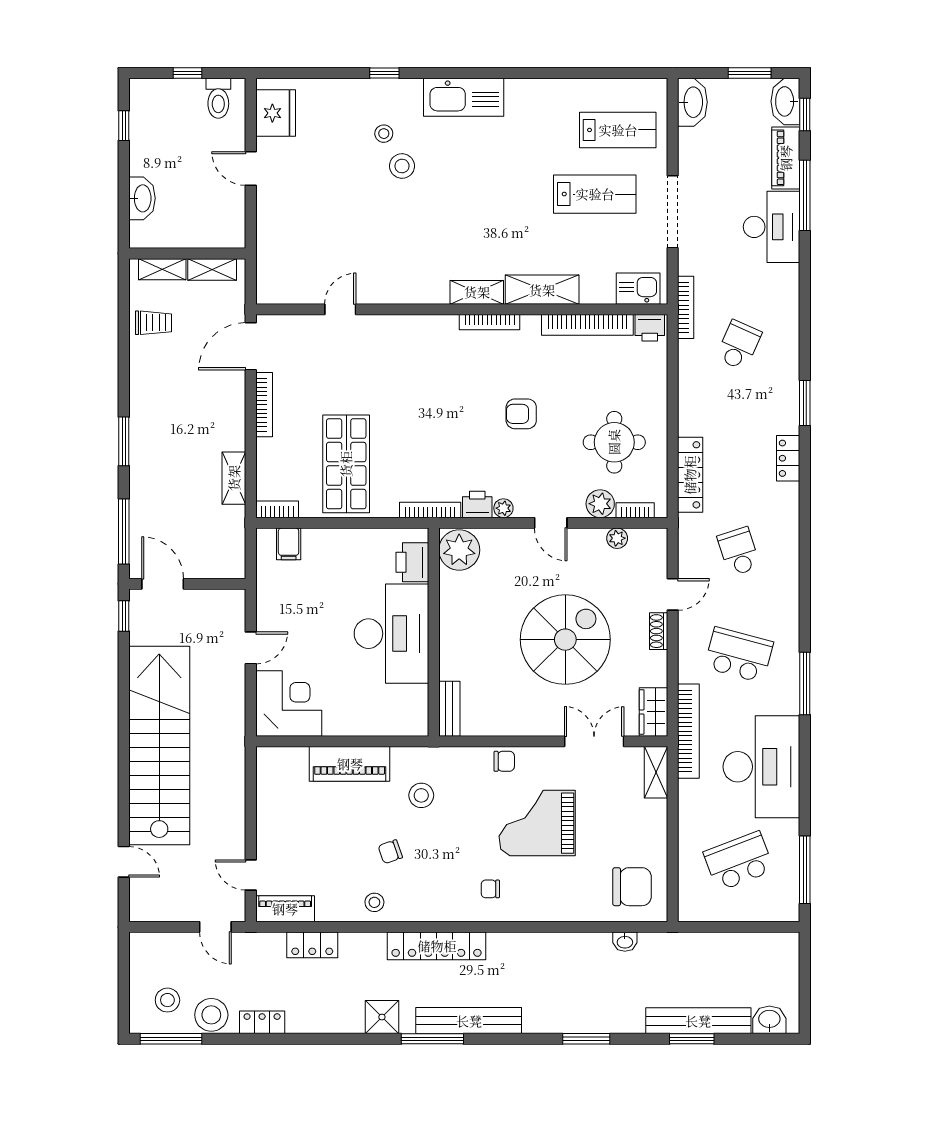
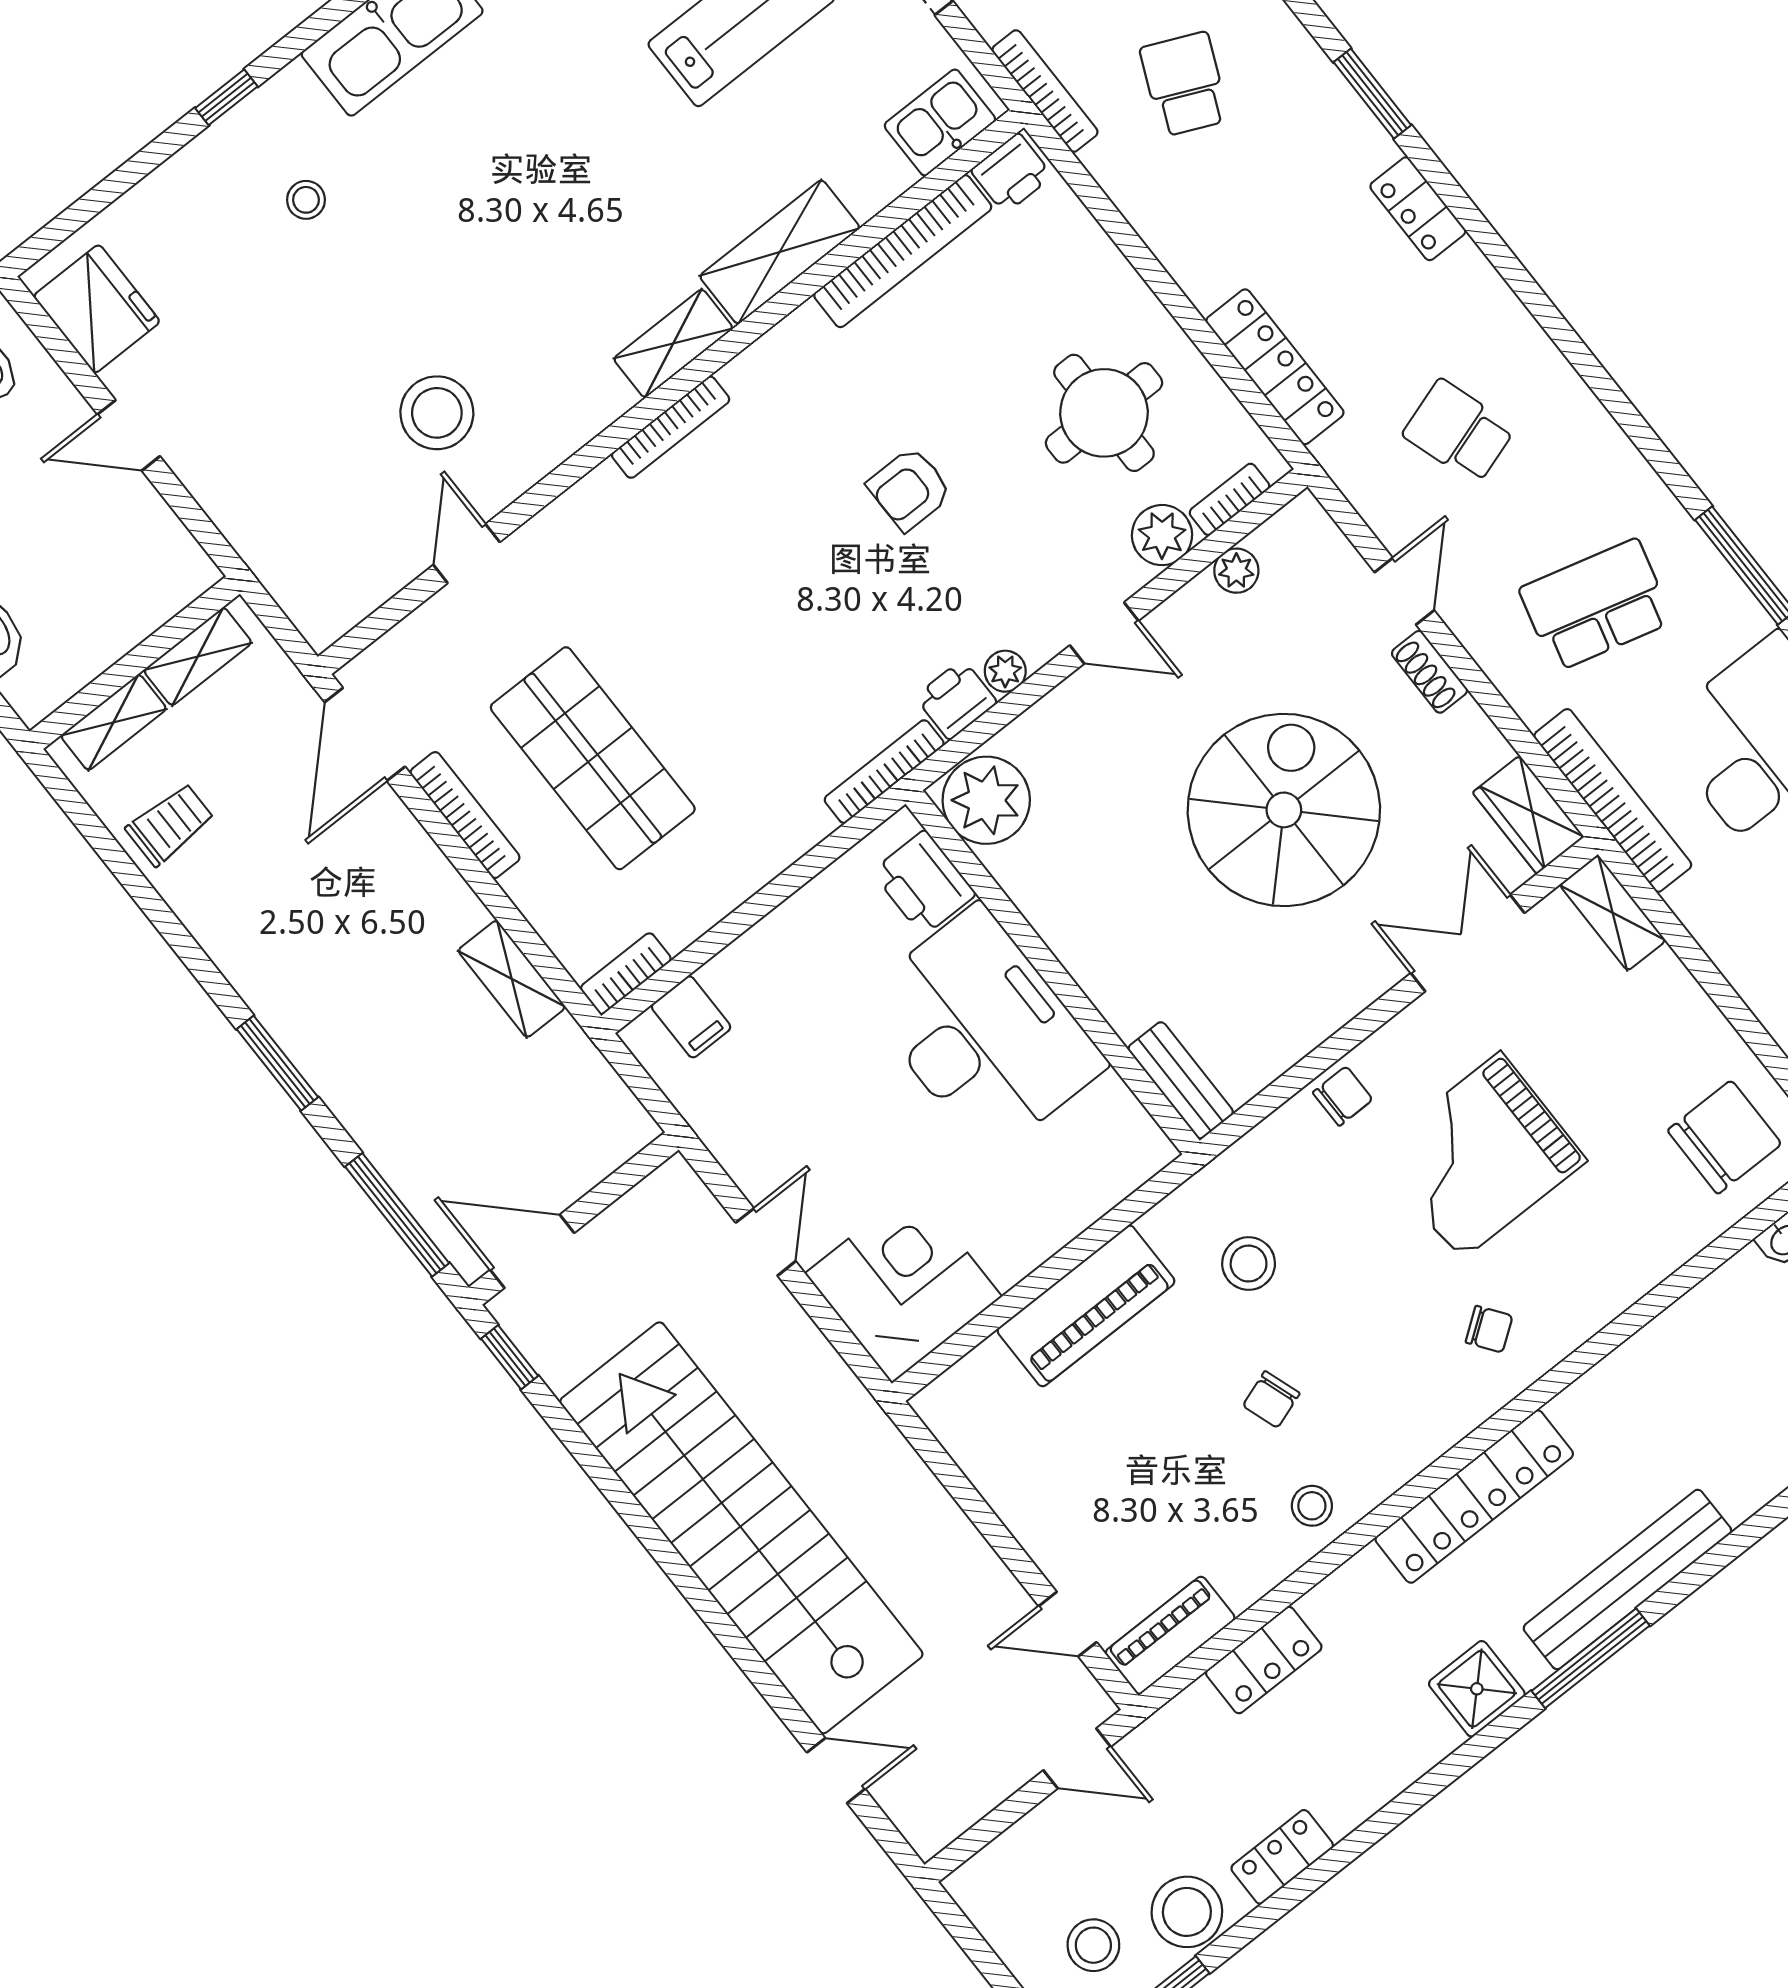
stool: (402, 166) -> (437, 413), moved, width x1.38, depth x1.38
bookcase: (490, 322) -> (671, 427), moved
shop shelf: (346, 464) -> (593, 758), moved
chair: (490, 889) -> (1489, 1329), turned -126

